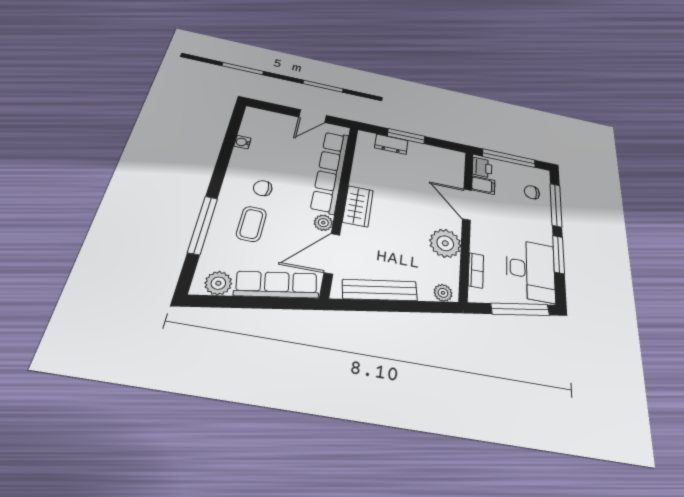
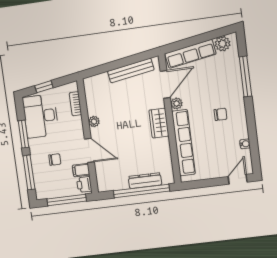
door: (313, 116) -> (238, 179), moved
window: (406, 136) -> (141, 191), width x2.11
dresser: (391, 144) -> (145, 181), width x1.44
chair: (532, 192) -> (55, 160), moved
coffee table: (251, 224) -> (218, 87), removed
plant: (445, 243) -> (94, 122), width x0.53, depth x0.53
plant: (443, 293) -> (93, 82), removed
window: (520, 309) -> (44, 87), width x0.46

